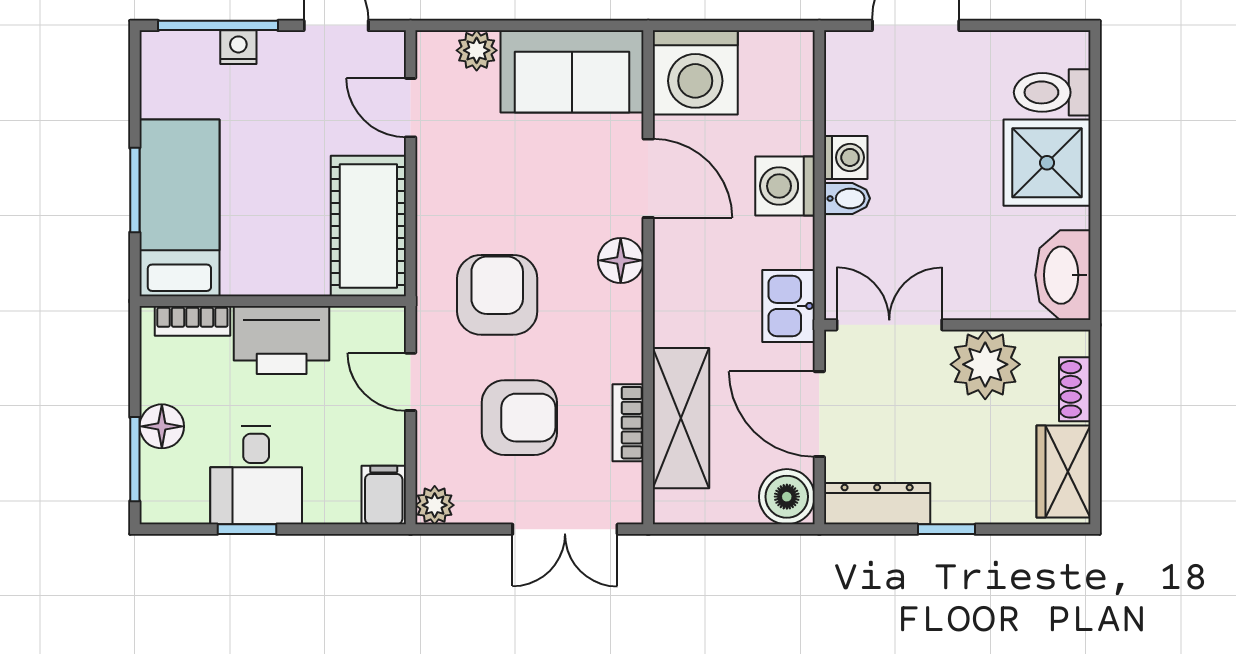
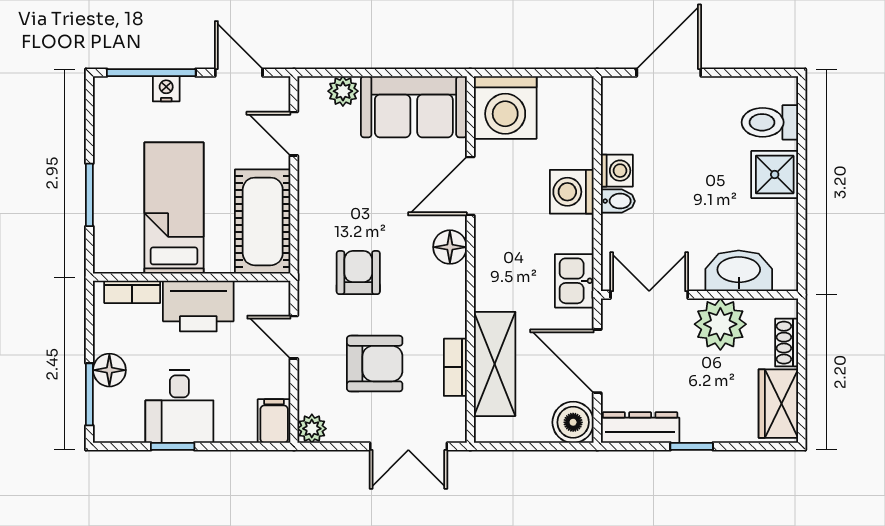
shower: (1047, 163) -> (775, 174), width x0.73, depth x0.73
door: (648, 178) -> (470, 186), swing flipped
bed: (179, 208) -> (174, 208), moved
washbasin: (1063, 275) -> (739, 271), moved, turned 90
armchair: (497, 295) -> (358, 273), width x0.72, depth x0.72

